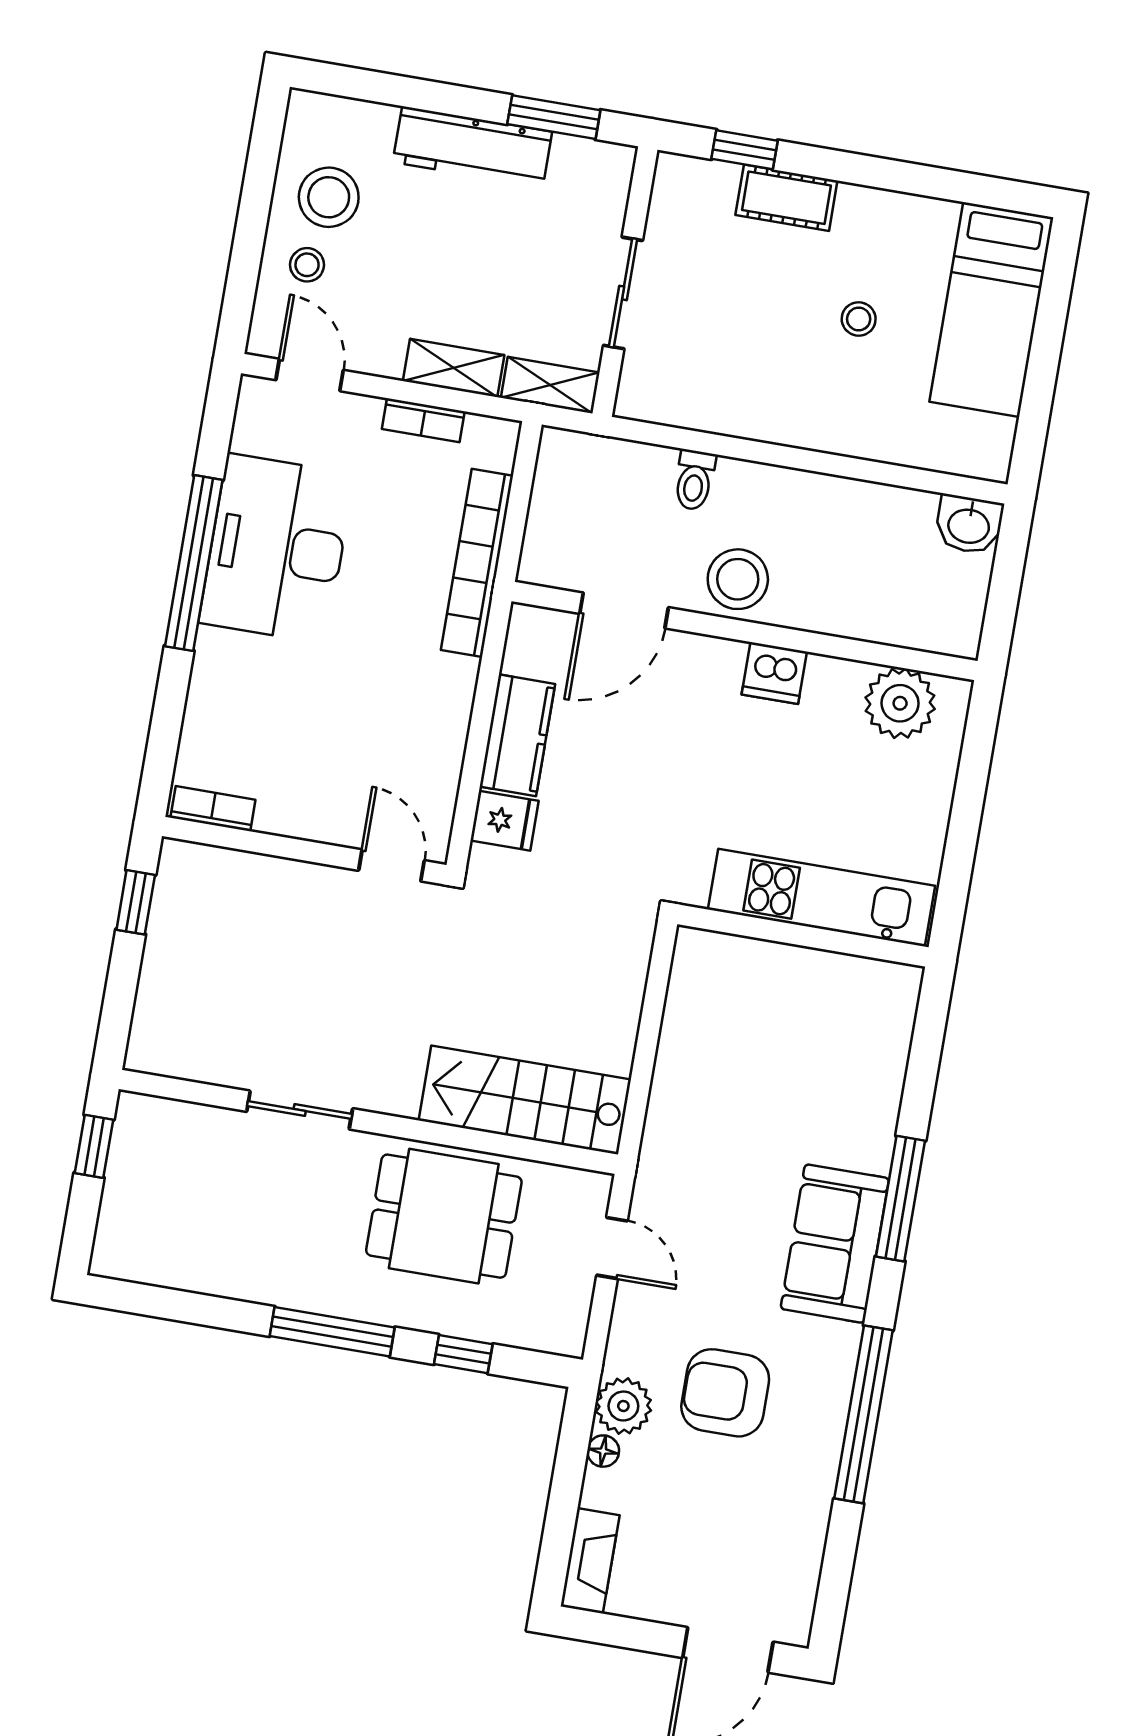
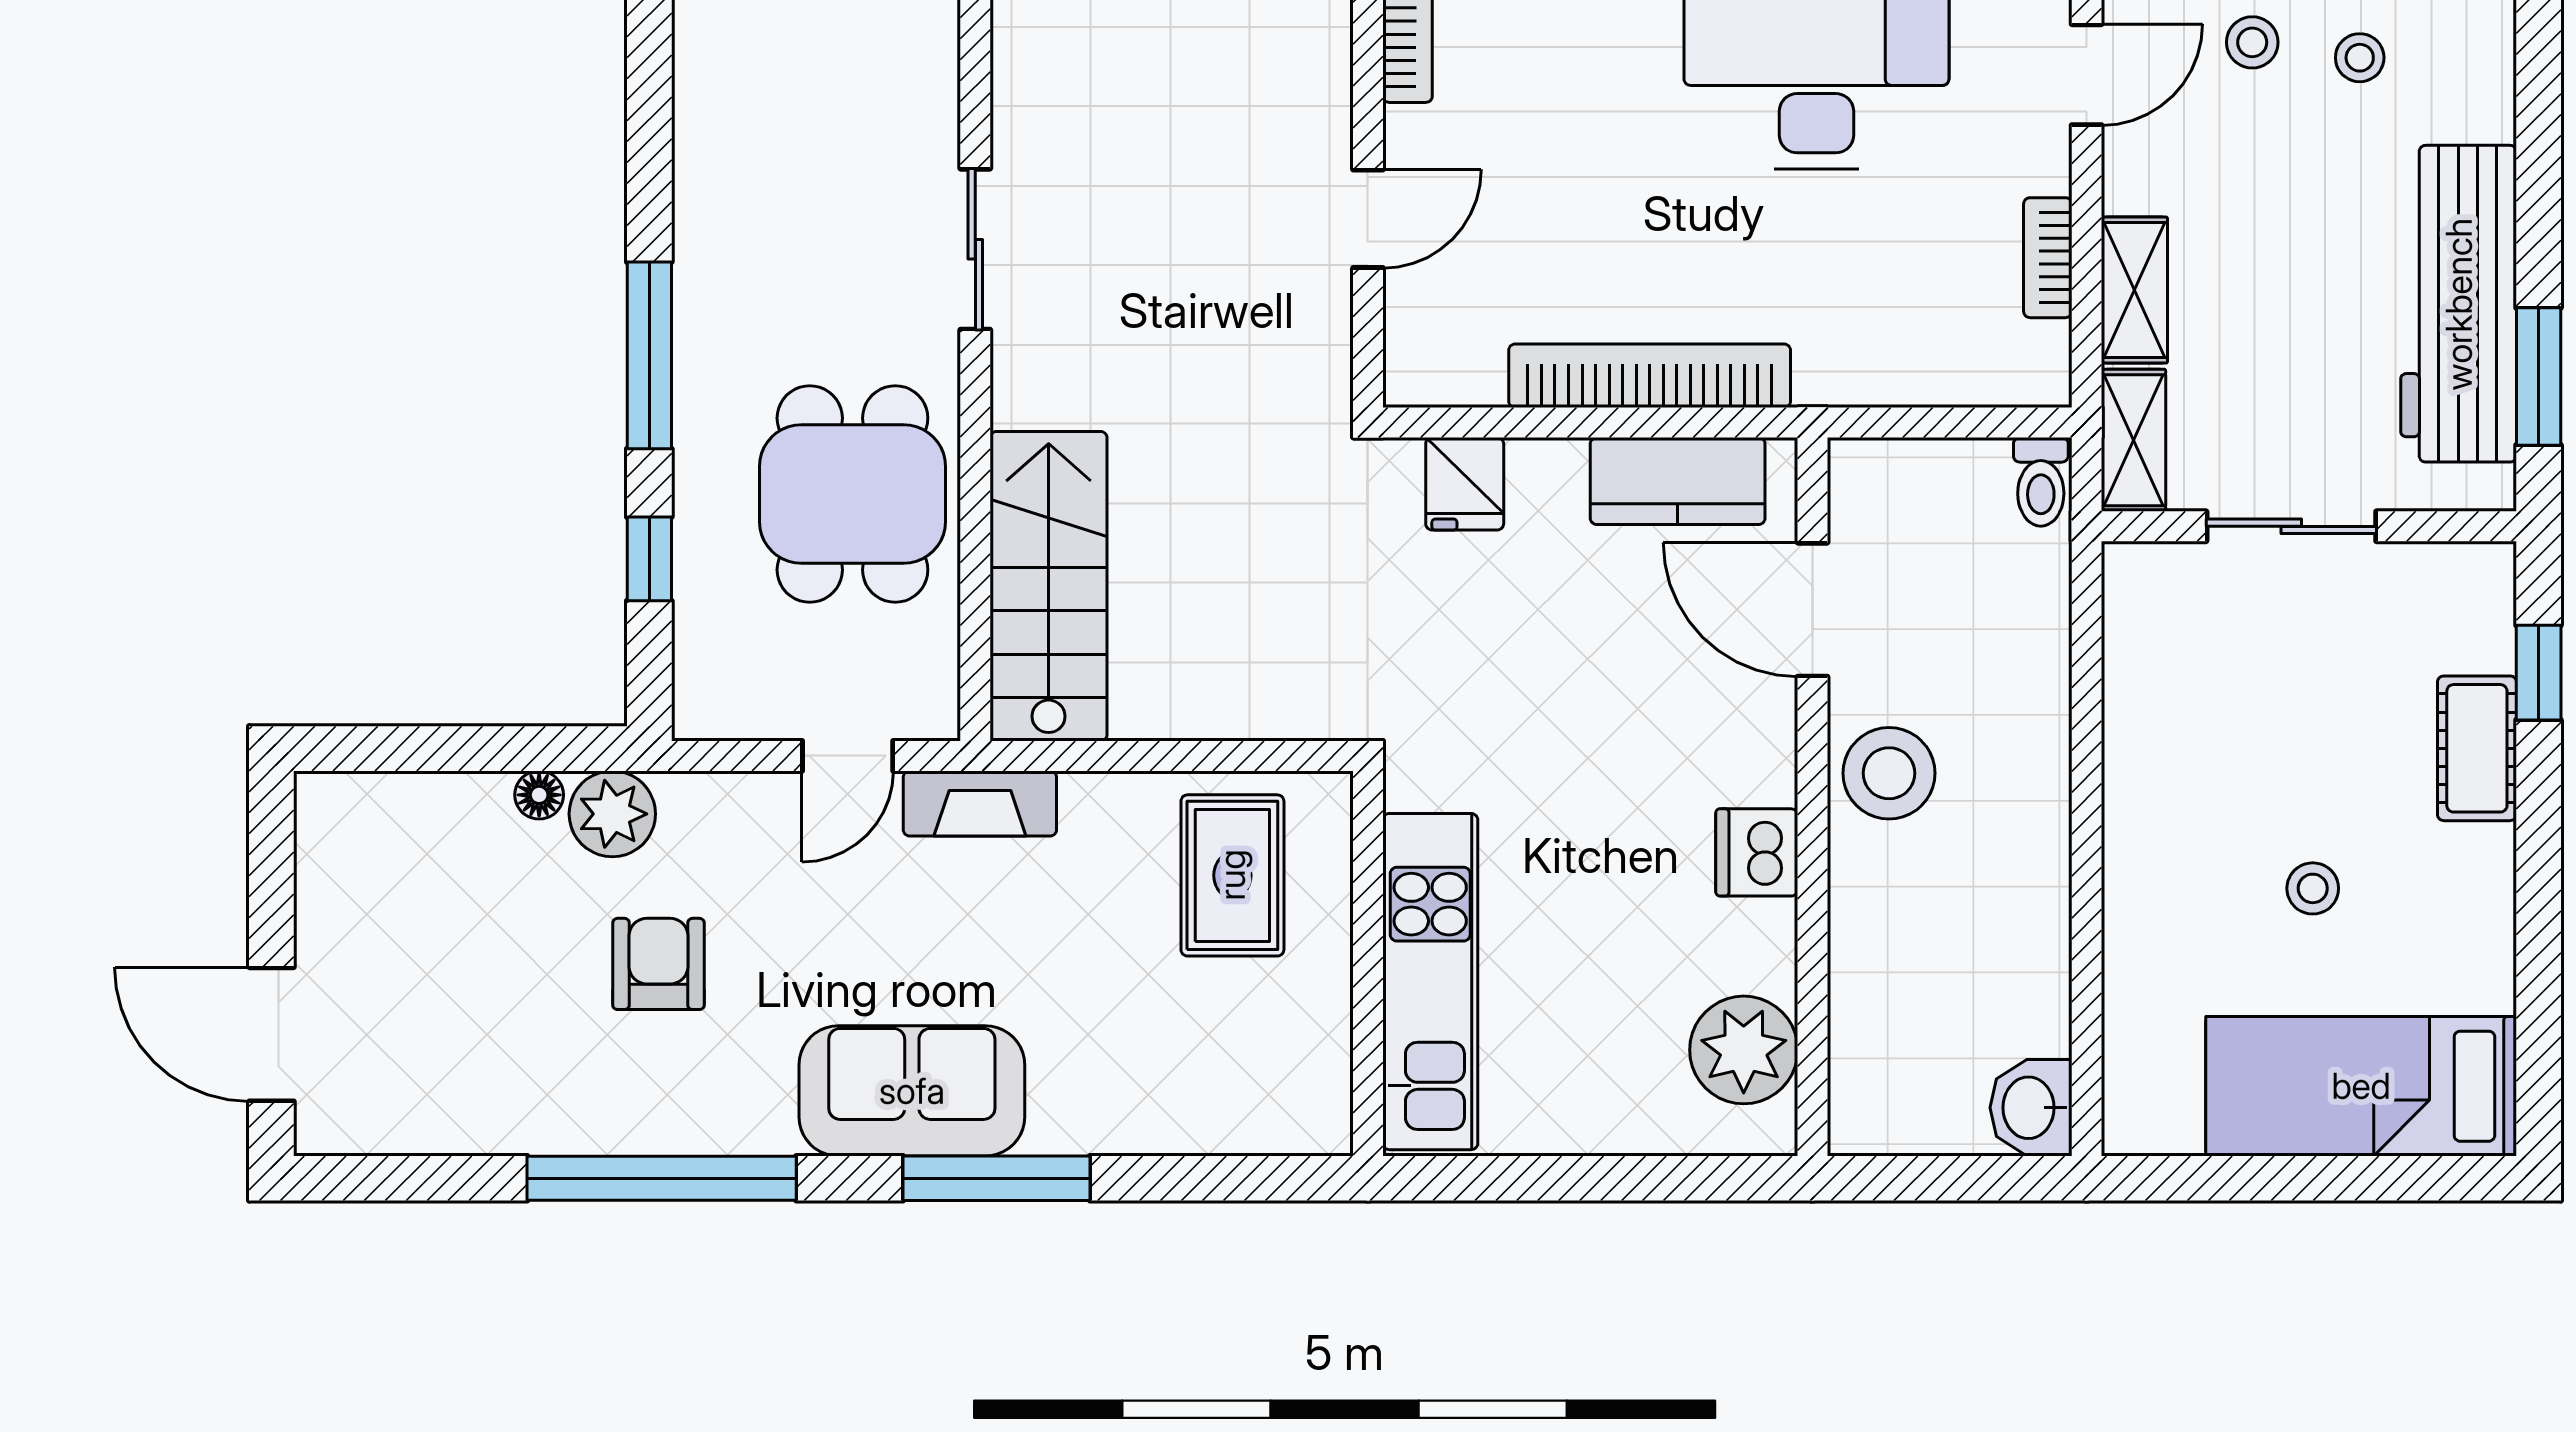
workbench: (472, 147) -> (2459, 304), width x1.36, depth x1.32
stool: (329, 197) -> (2360, 58), width x0.53, depth x0.53
toilet: (694, 480) -> (2041, 482), moved, turned -90
bookcase: (477, 563) -> (1650, 376), moved
kitchen counter: (517, 735) -> (1678, 481), moved
door: (391, 865) -> (1368, 219), moved
rug: (731, 1013) -> (1232, 875), added
armchair: (725, 1393) -> (659, 964), width x0.72, depth x0.72
fireplace: (590, 1561) -> (980, 803), moved

